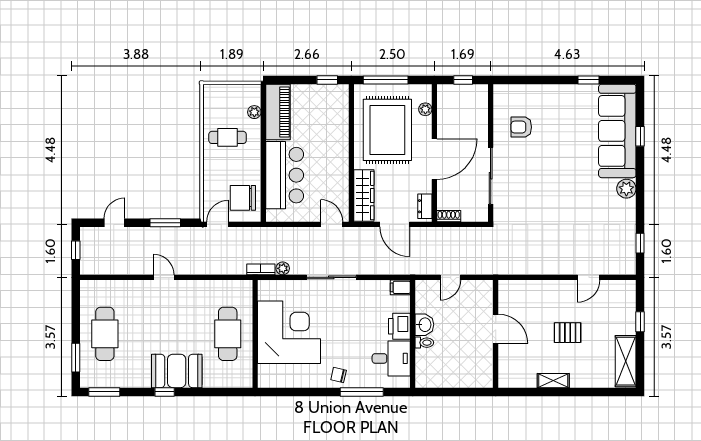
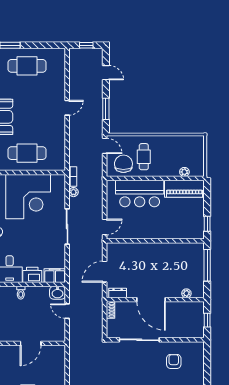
rug: (387, 130) -> (172, 266), removed
cafe table: (228, 137) -> (144, 157), moved
wardrobe: (364, 196) -> (125, 250), removed
filing cabinet: (400, 287) -> (55, 276), width x2.00
washbasin: (424, 325) -> (57, 293), moved

